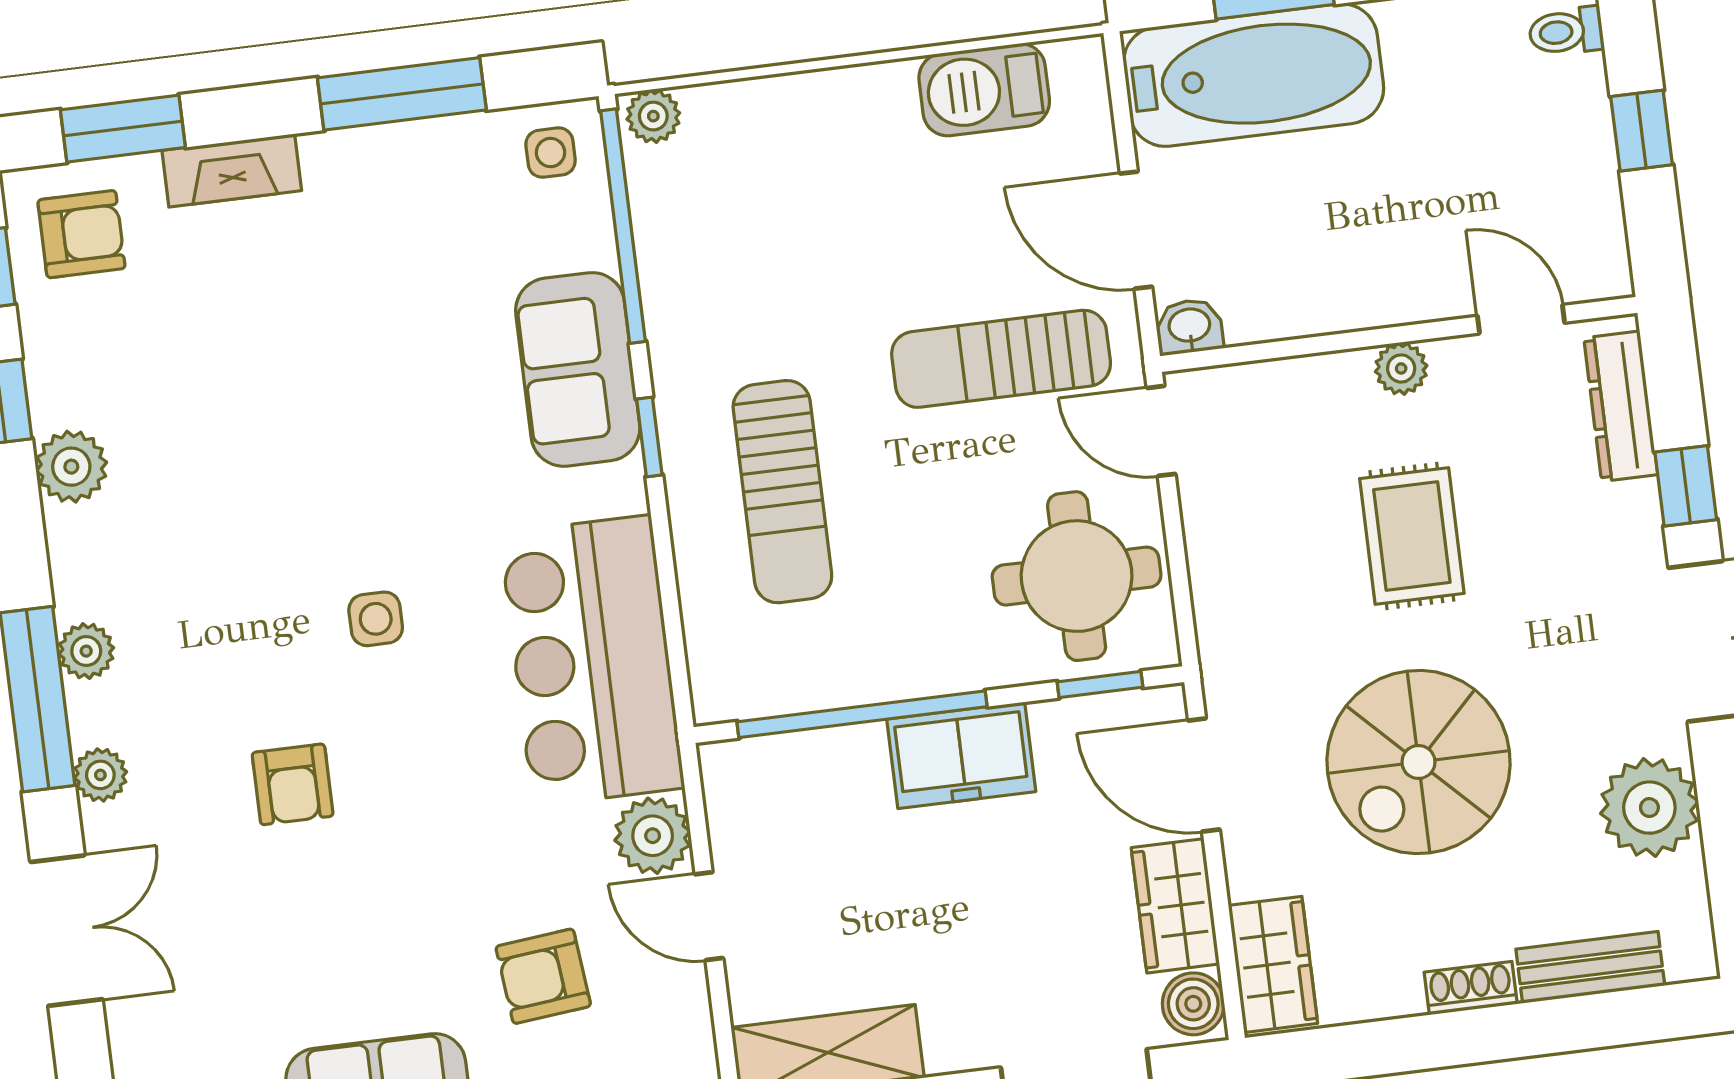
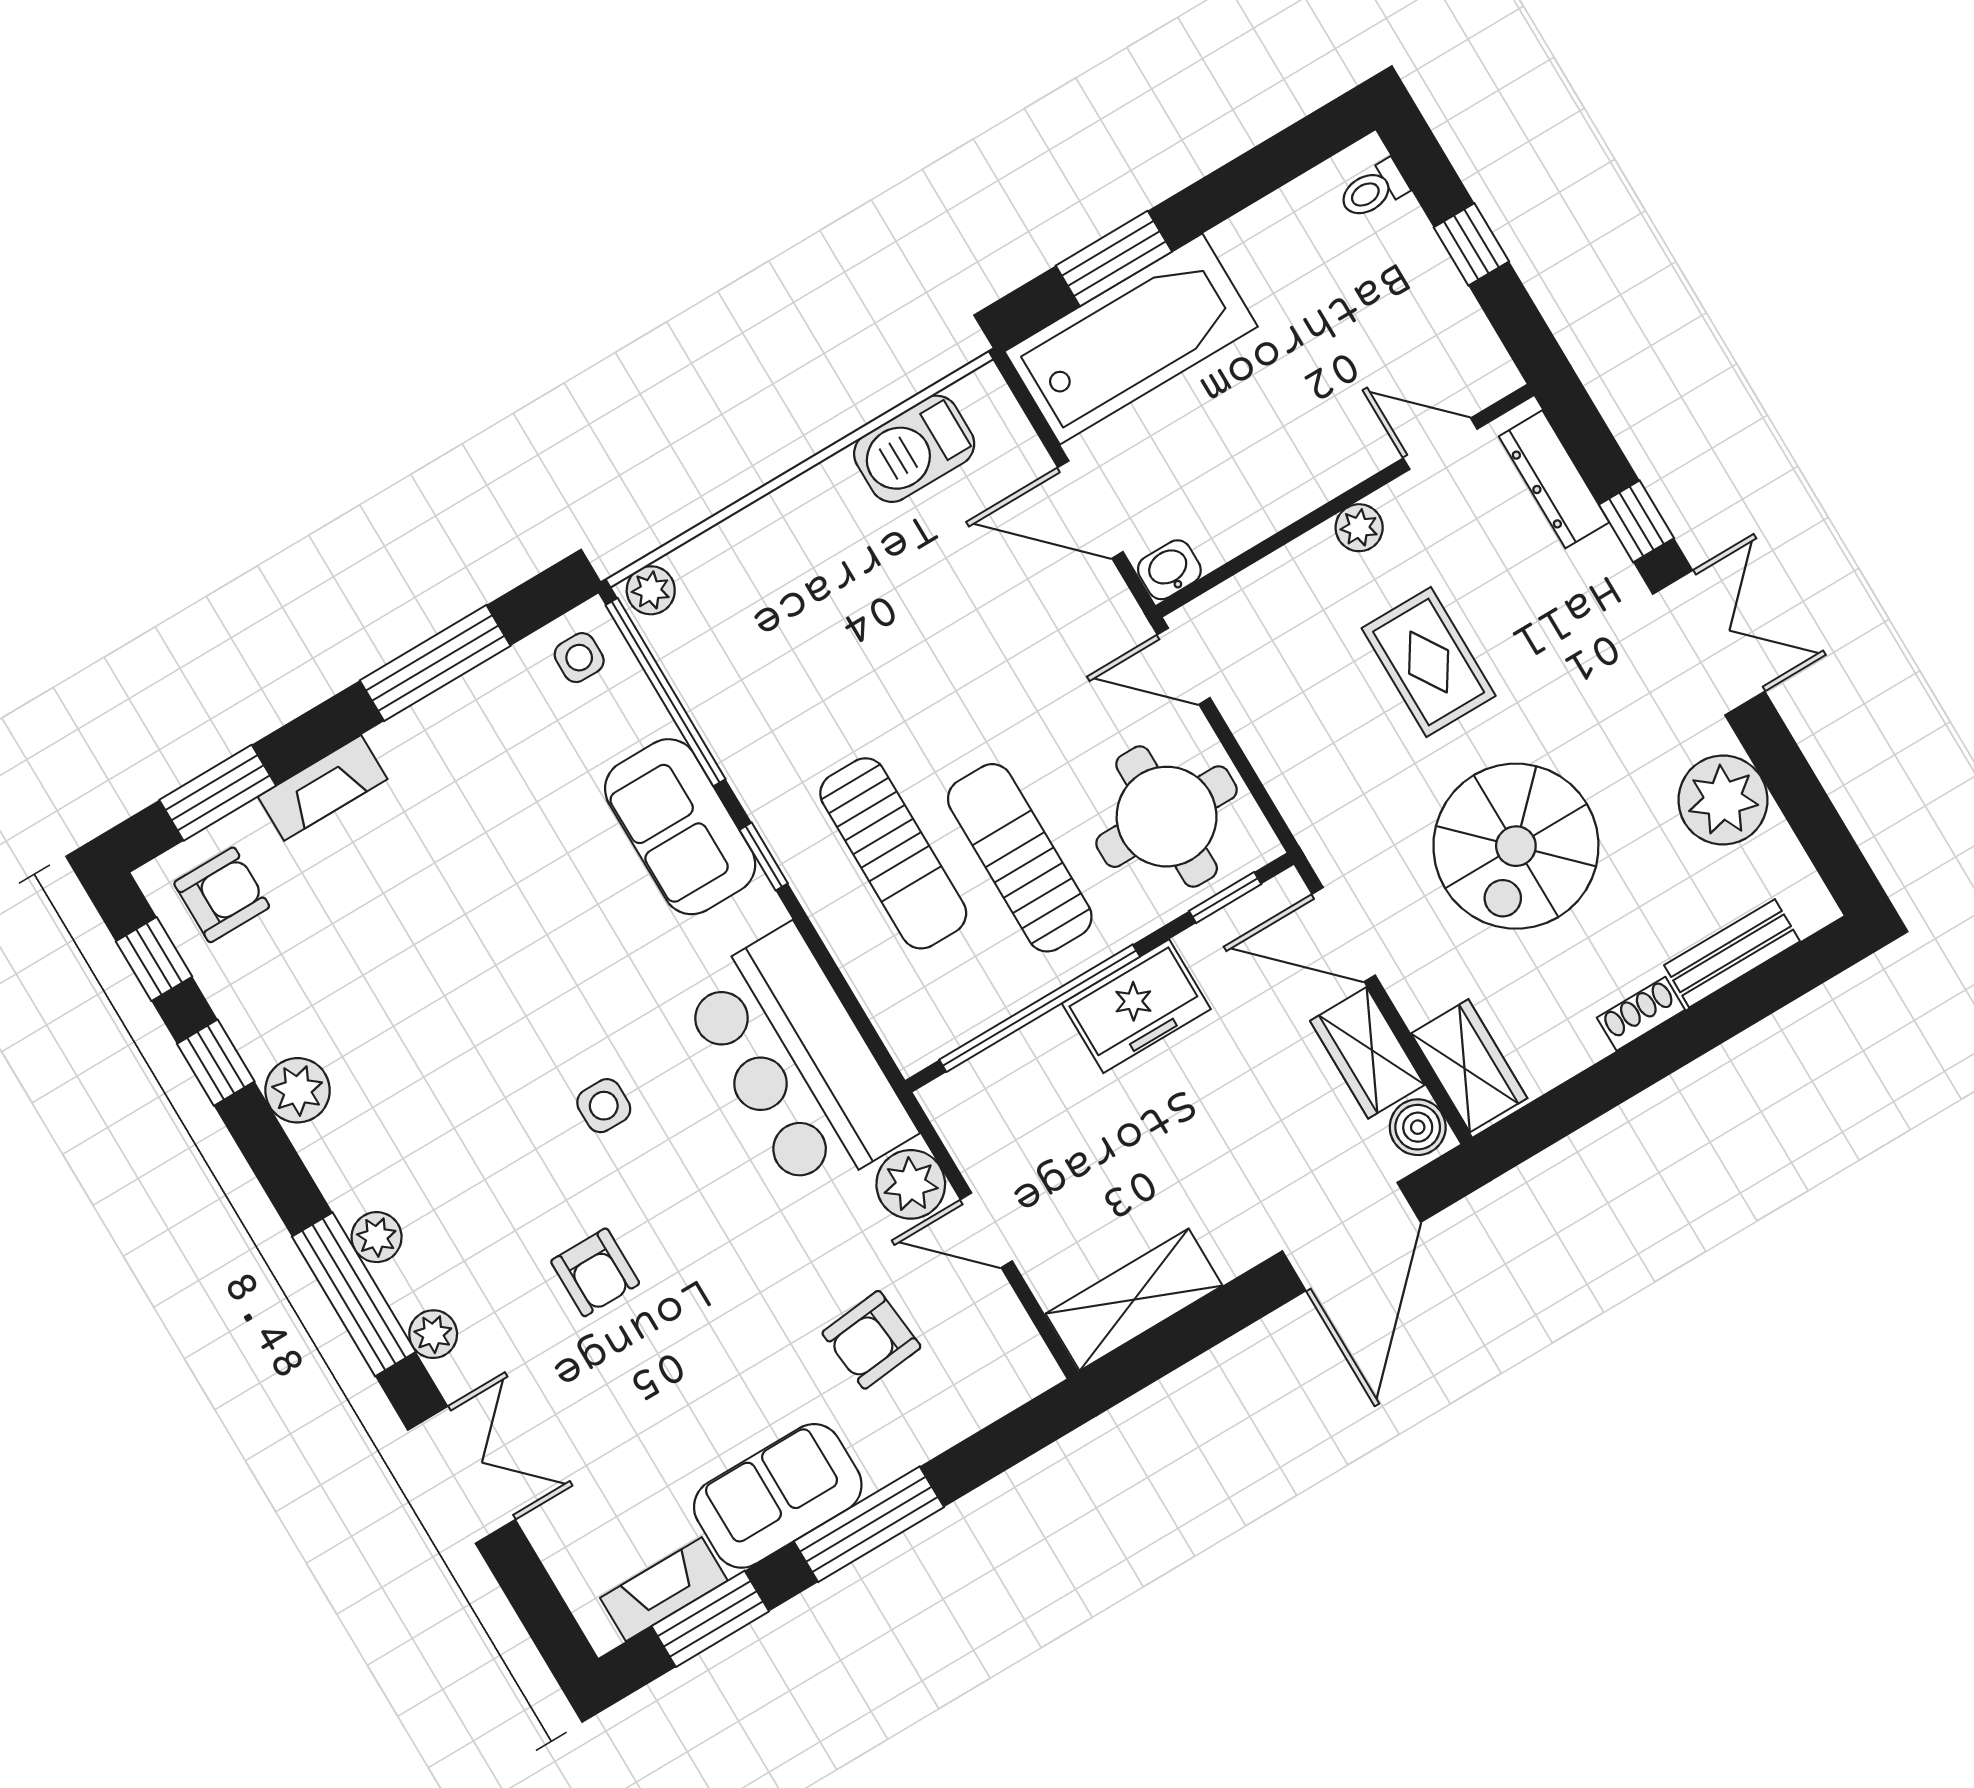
sun lounger: (1001, 359) -> (1020, 858), moved, turned 90

